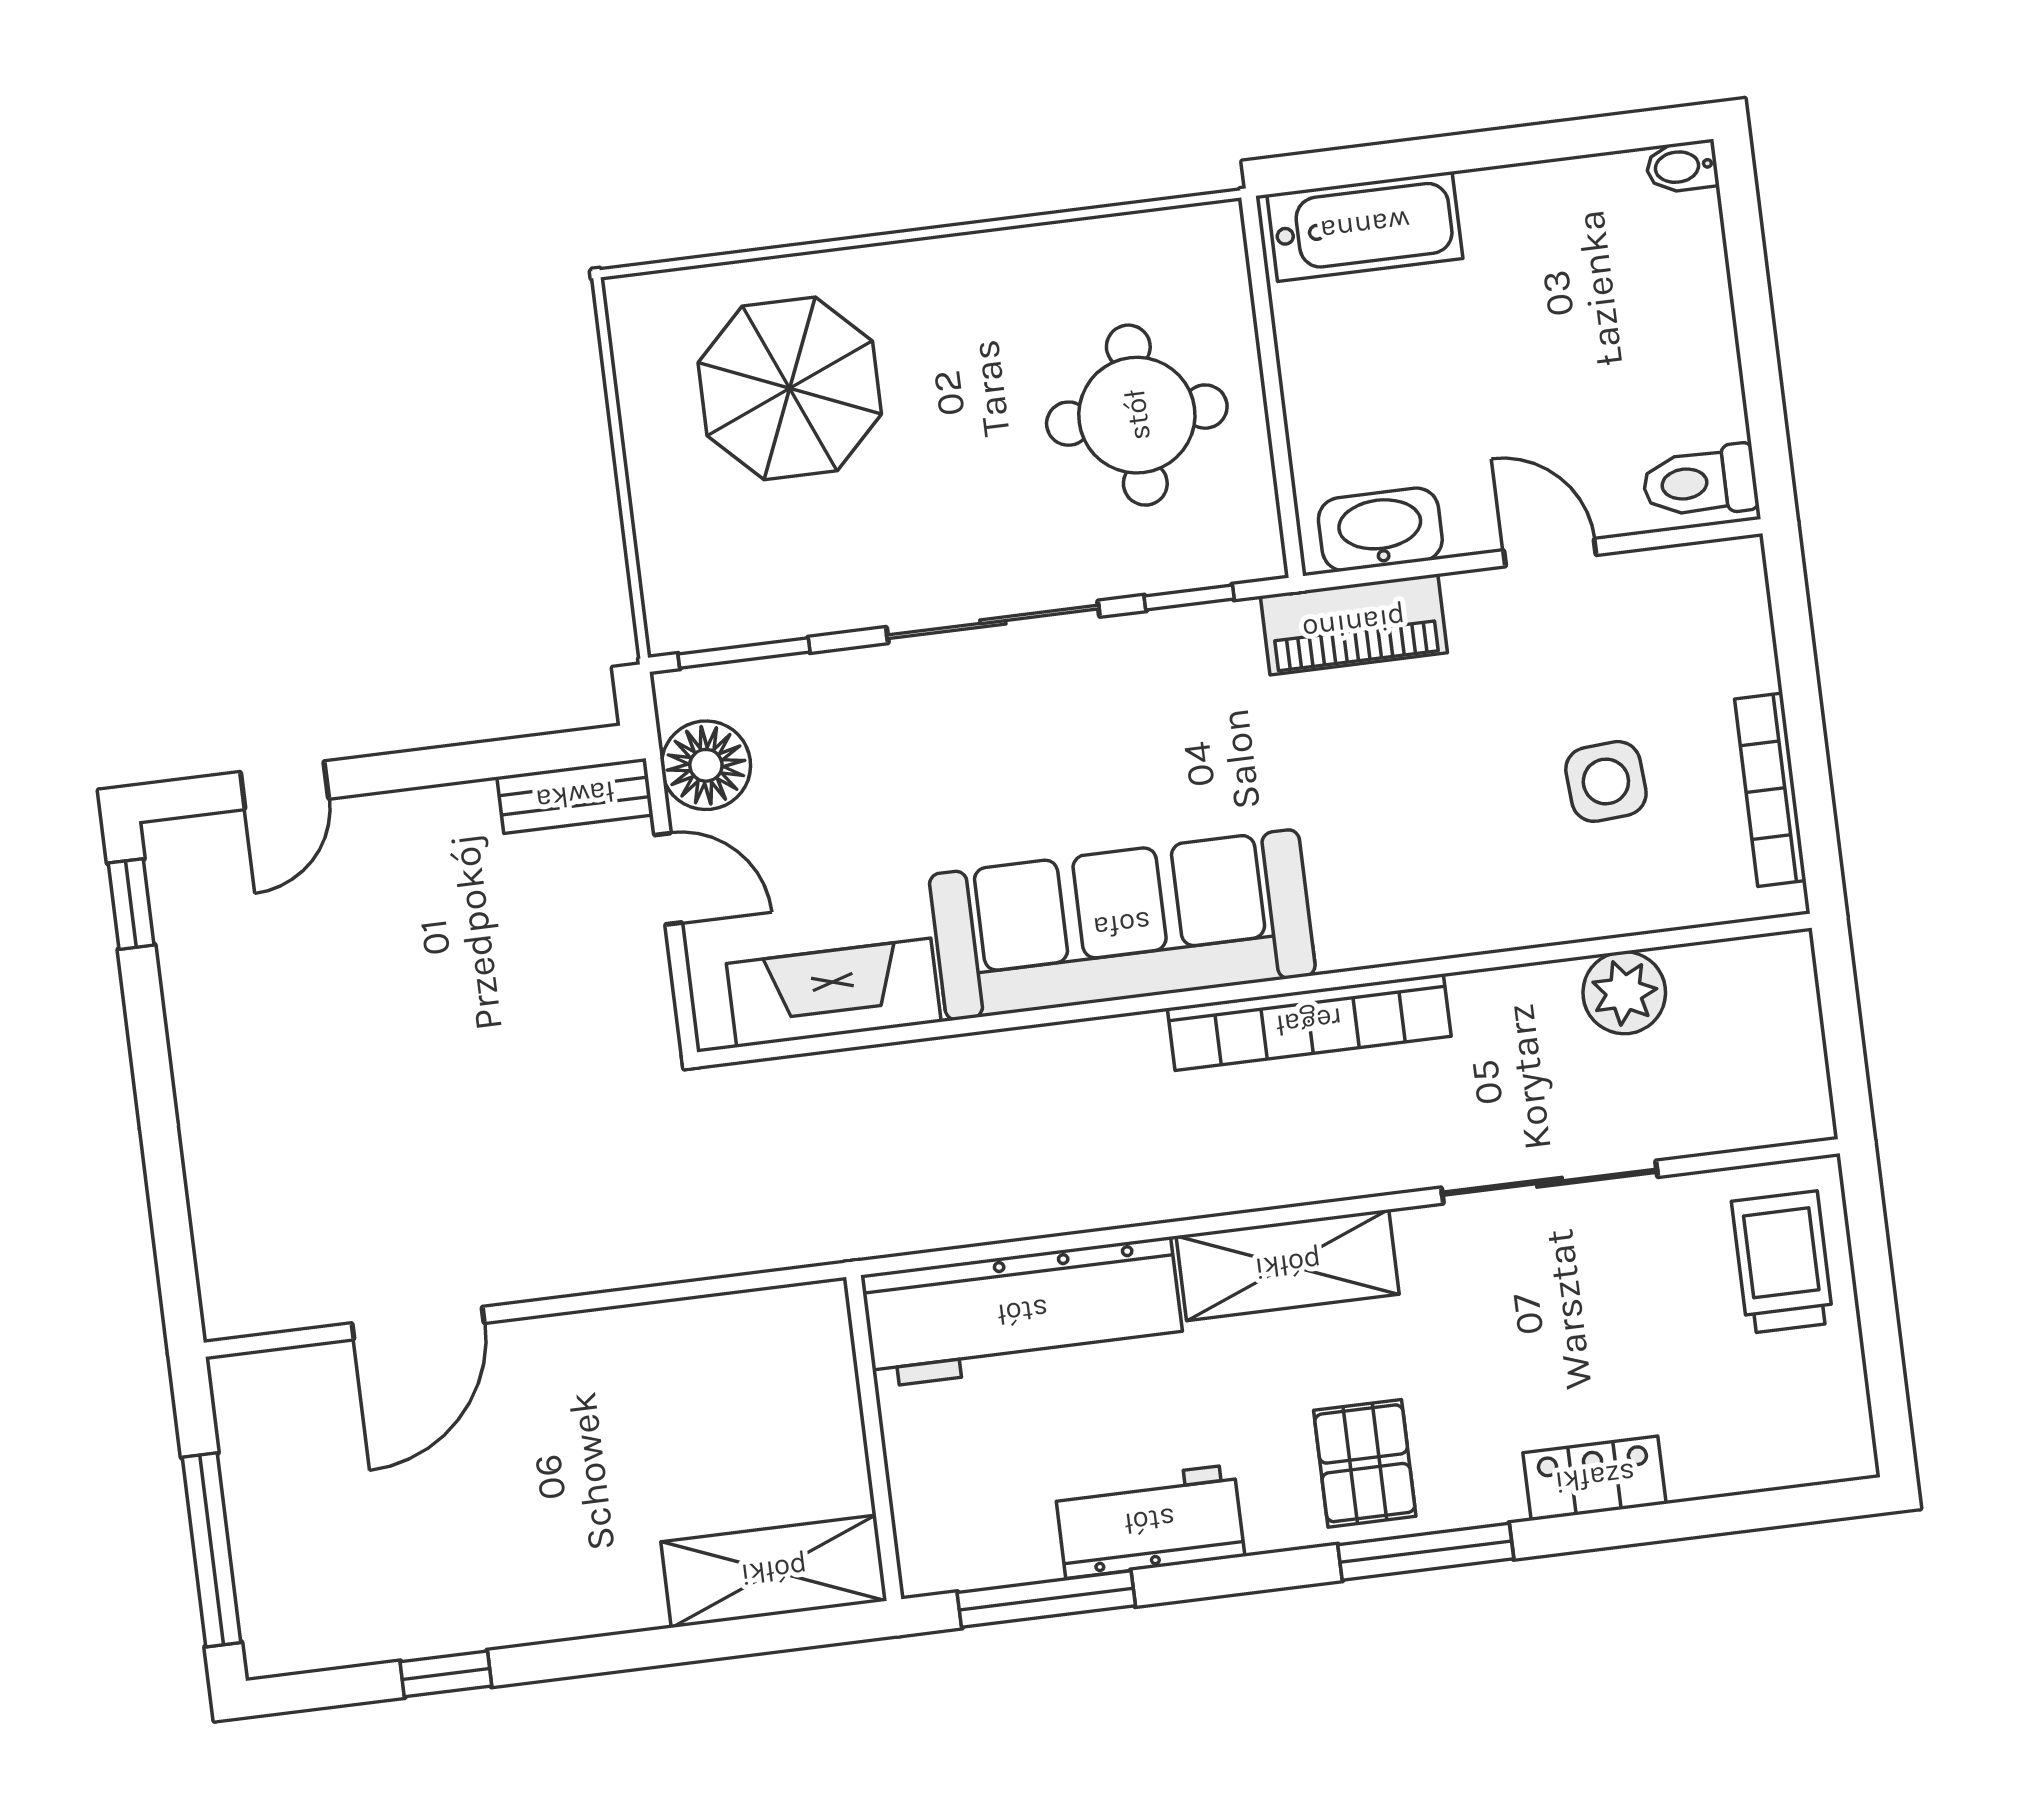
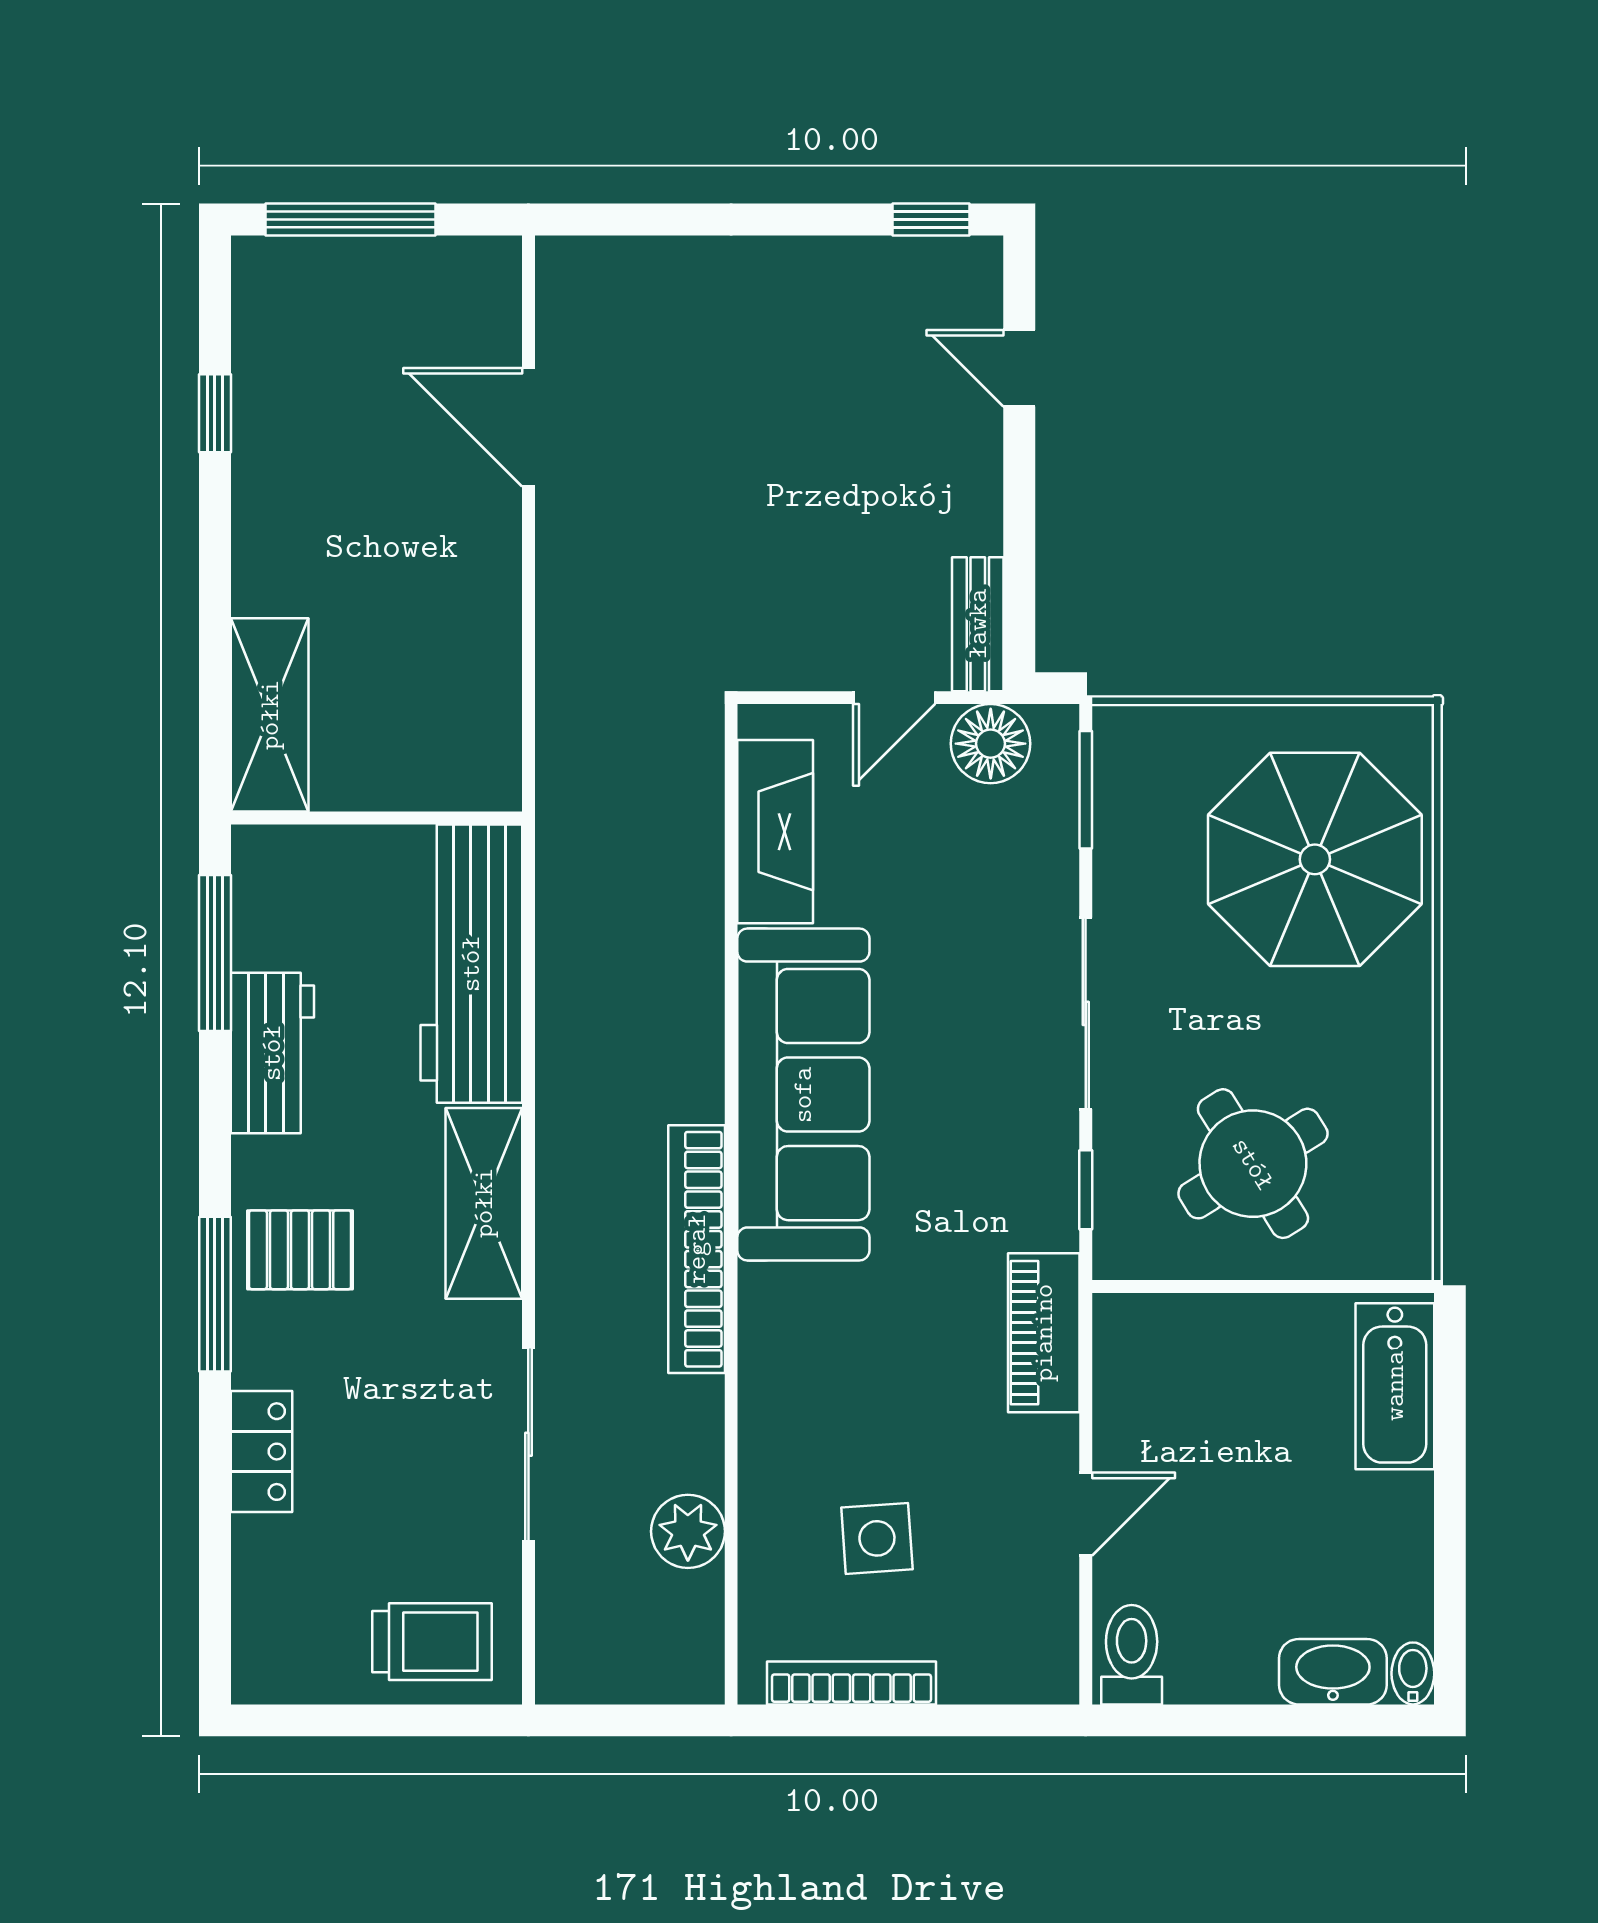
parasol: (790, 388) -> (1315, 859), width x1.36, depth x1.36
round table: (1137, 415) -> (1253, 1164), turned -32
washbasin: (1380, 529) -> (1333, 1672), moved, turned -90

